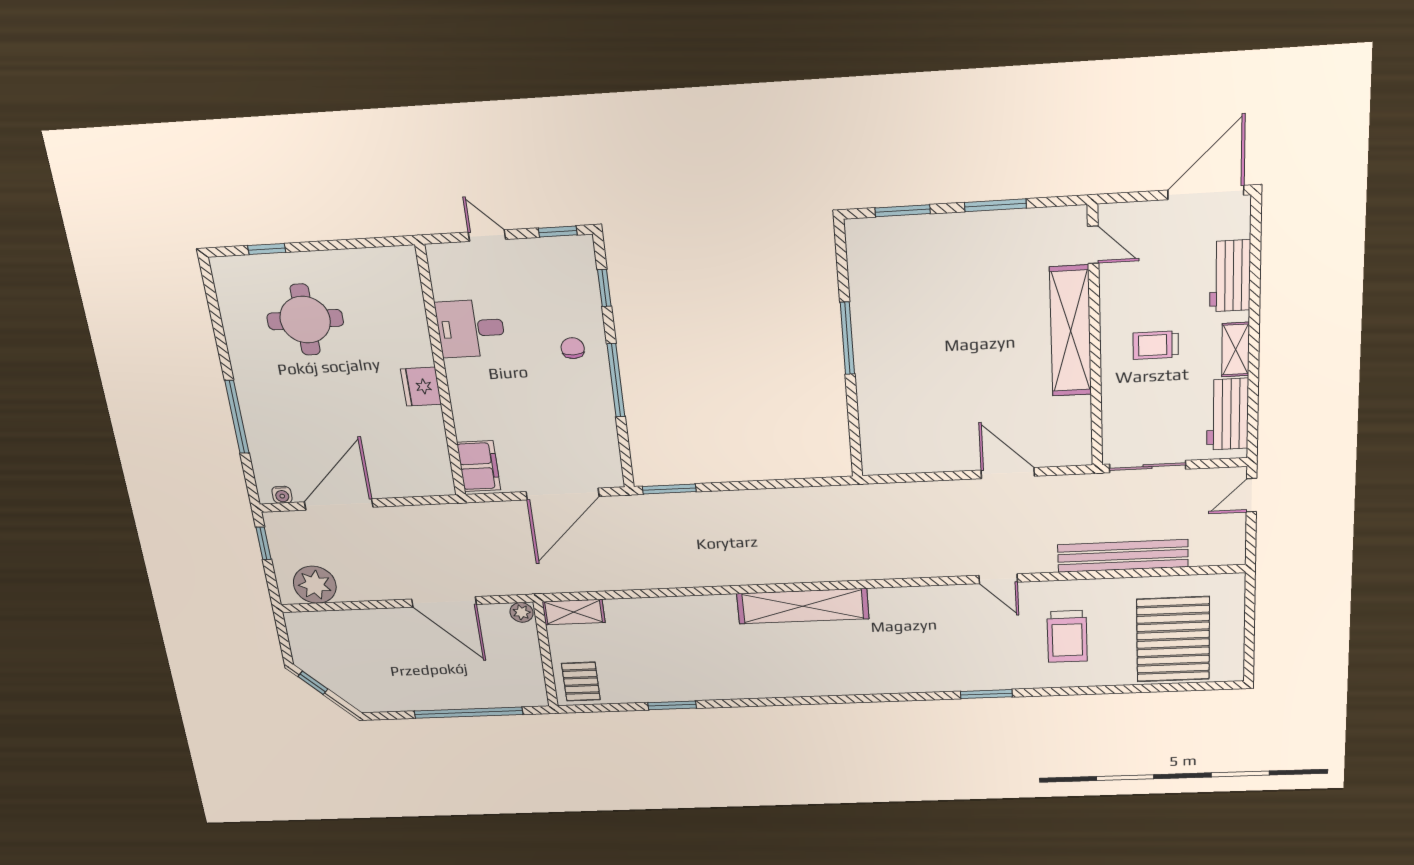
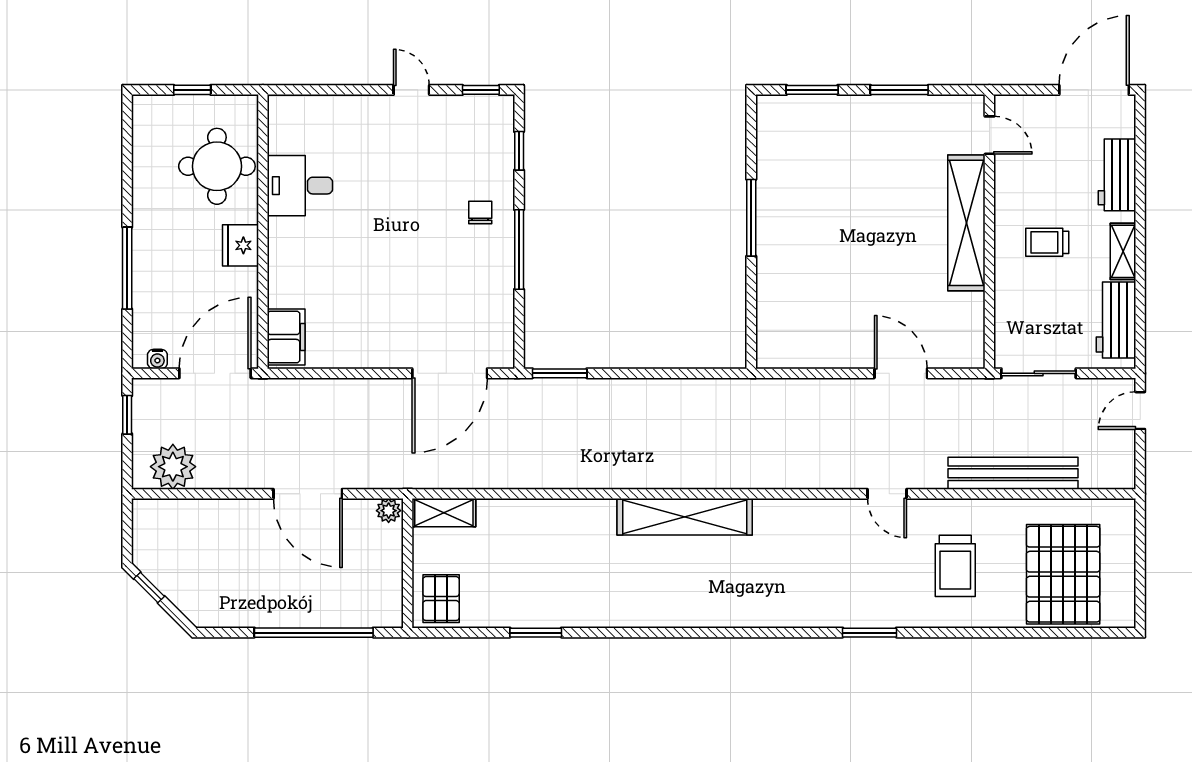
desk: (471, 329) -> (300, 186), moved
wall: (441, 373) -> (263, 232), moved
fridge: (421, 387) -> (241, 245), moved
filing cabinet: (479, 466) -> (286, 337), moved

